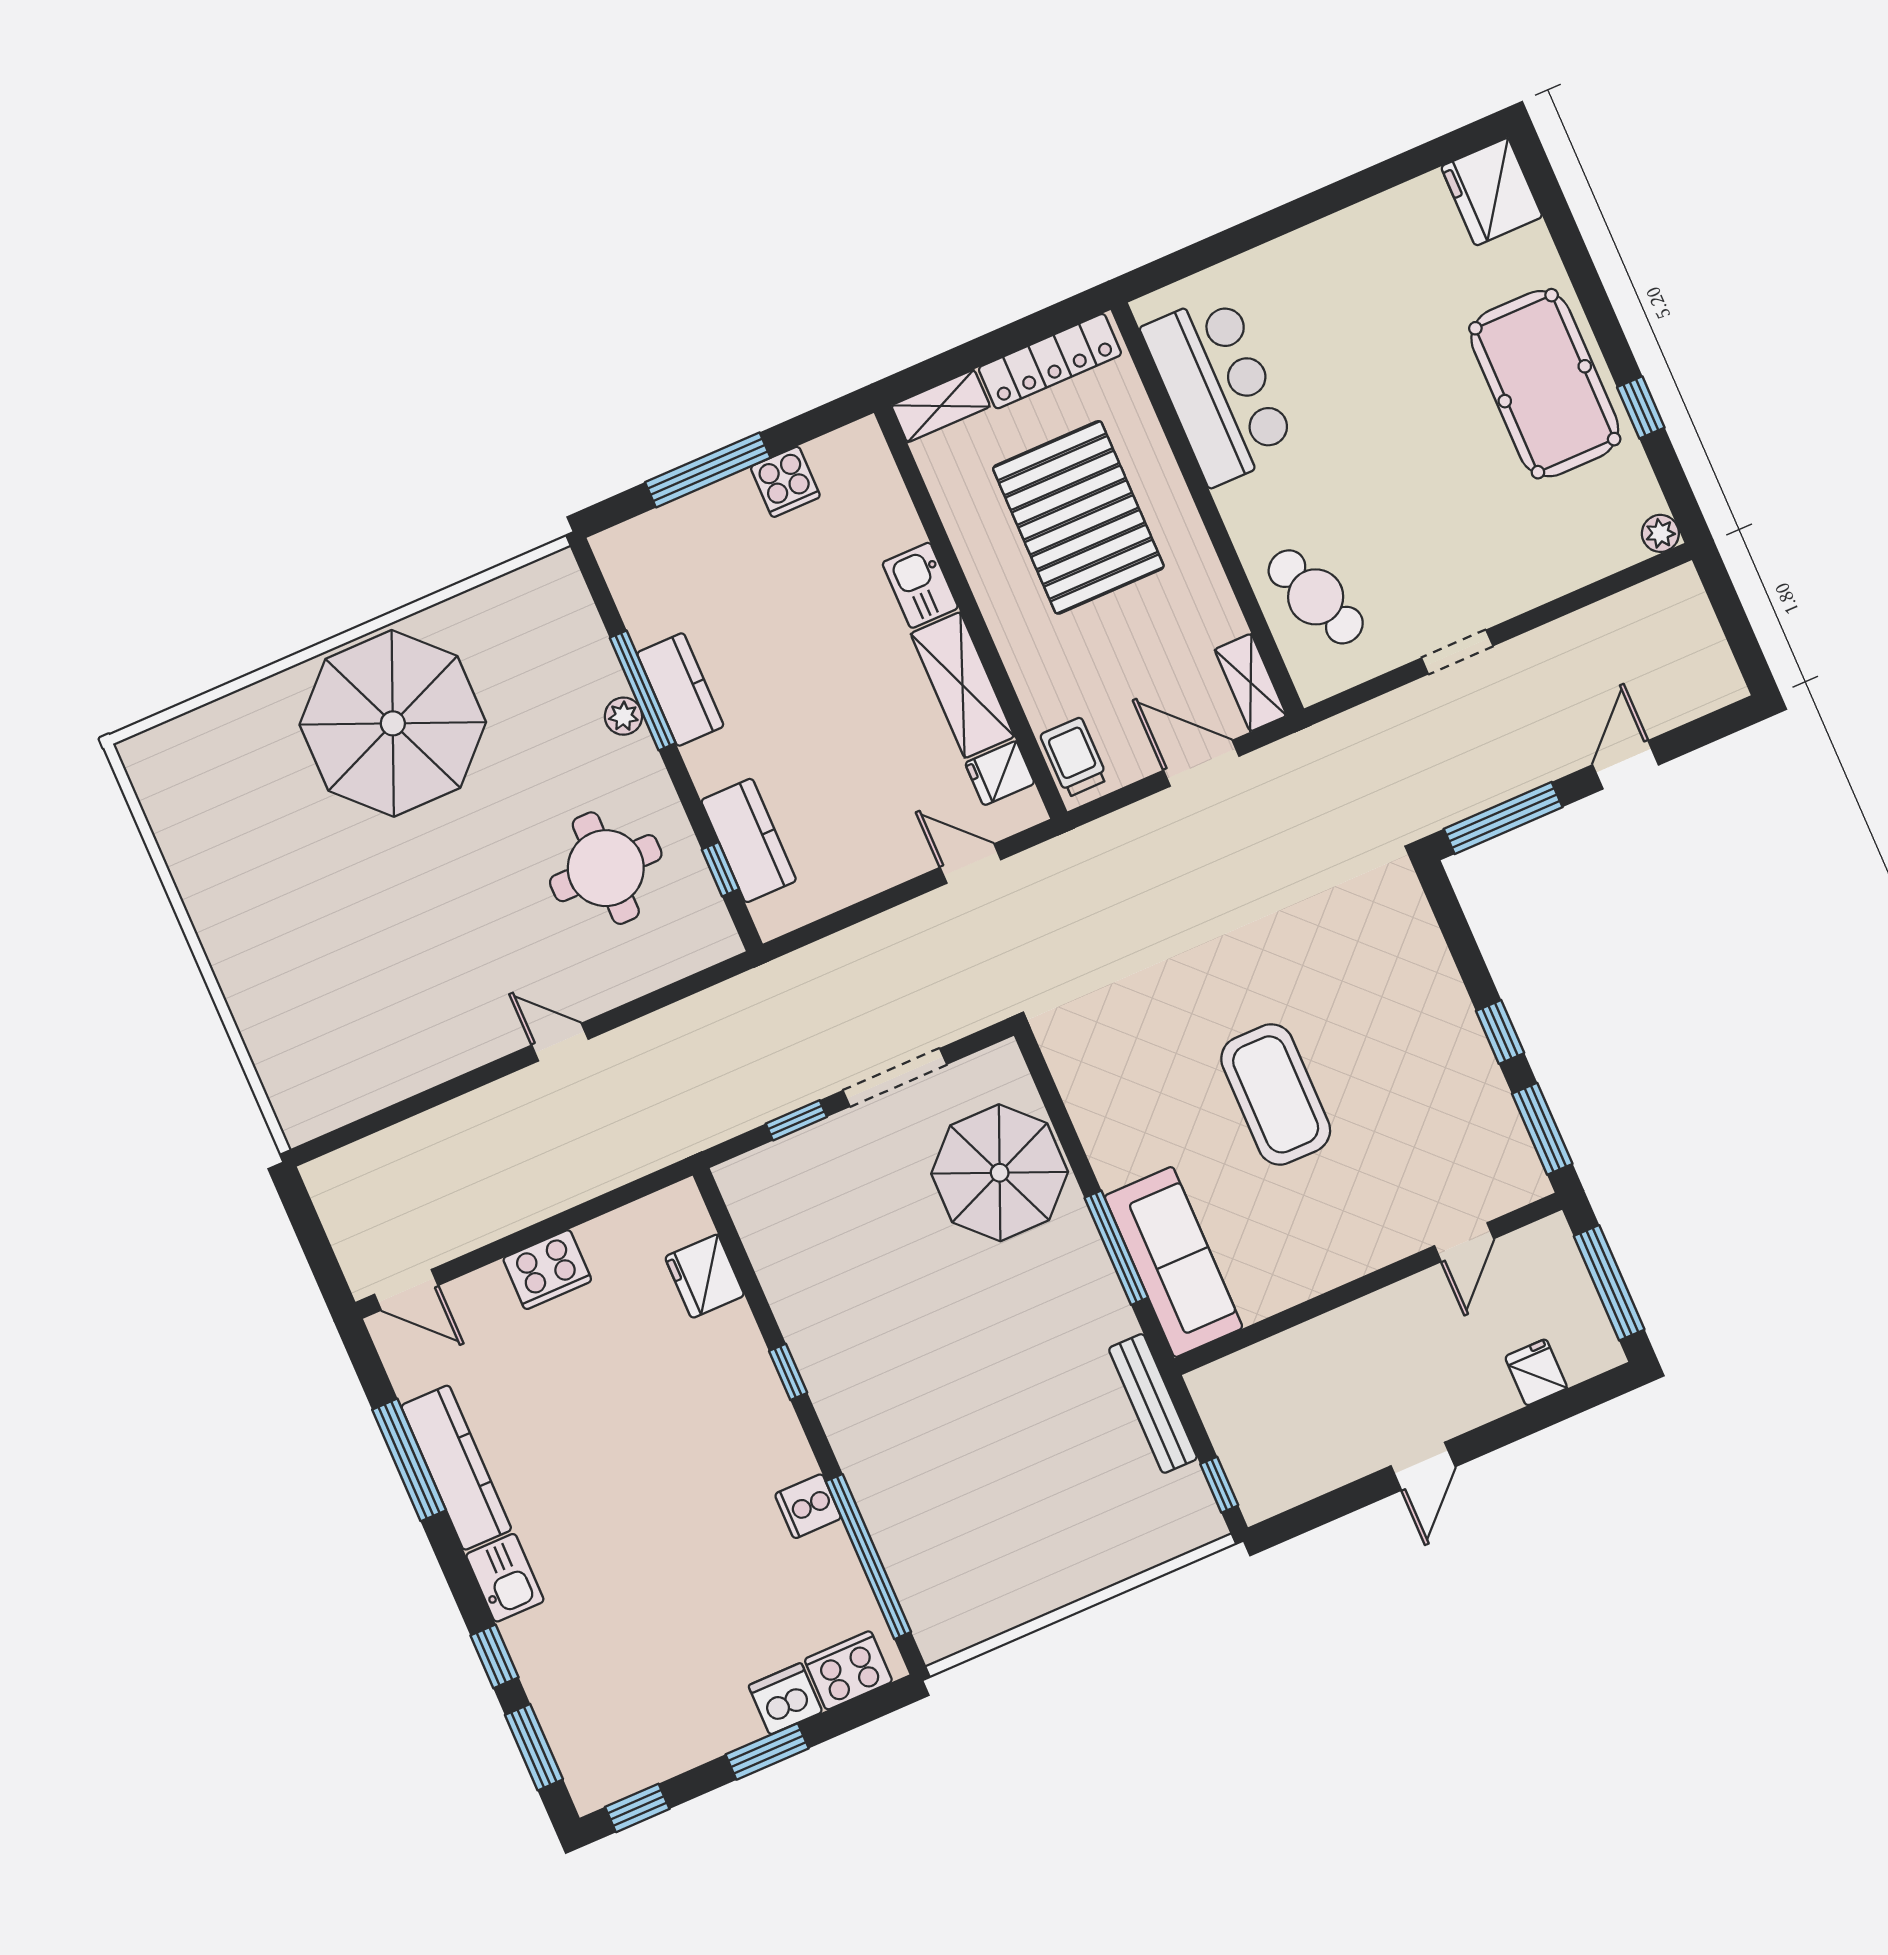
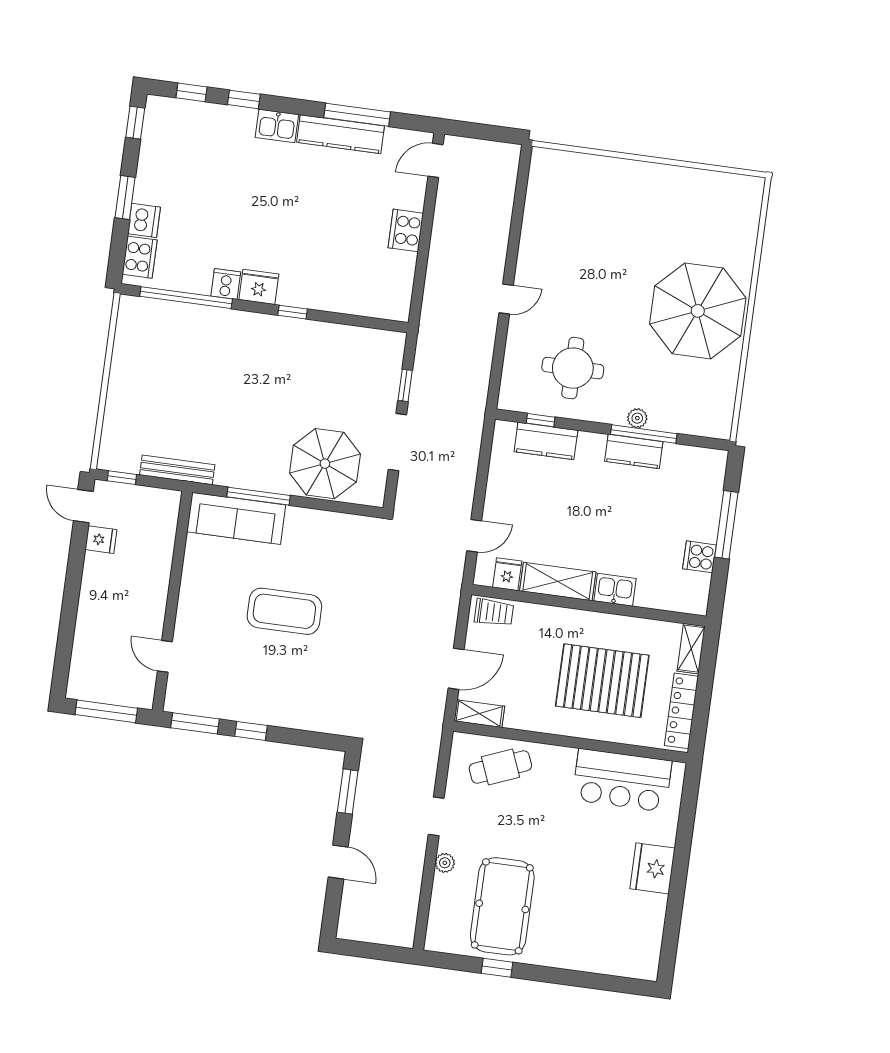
fridge: (1492, 192) -> (653, 868), moved, turned -90
pool table: (1545, 384) -> (502, 906), moved, turned 90
plant: (1660, 533) -> (445, 863), moved
window: (1503, 818) -> (348, 791), width x0.69
fridge: (705, 1276) -> (259, 287), moved
fridge: (1536, 1372) -> (101, 540), moved
door: (1423, 1466) -> (83, 506), moved
window: (534, 1747) -> (192, 92), width x0.67

